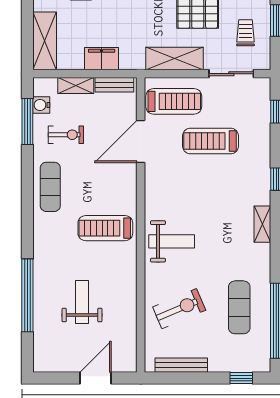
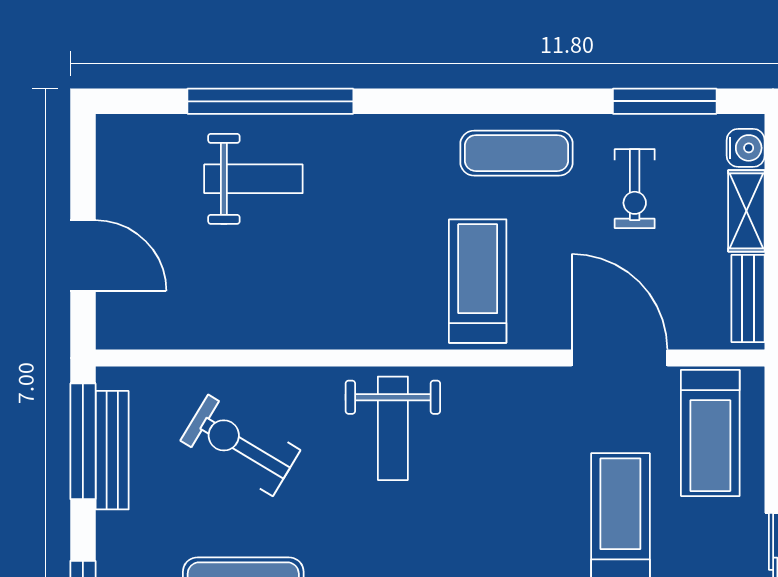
water cooler: (41, 105) -> (746, 148), moved, turned 90
treadmill: (105, 228) -> (478, 281), moved
weight bench: (82, 302) -> (253, 179), moved
exercise bike: (179, 309) -> (240, 445), turned 144
window: (177, 378) -> (83, 441), added

